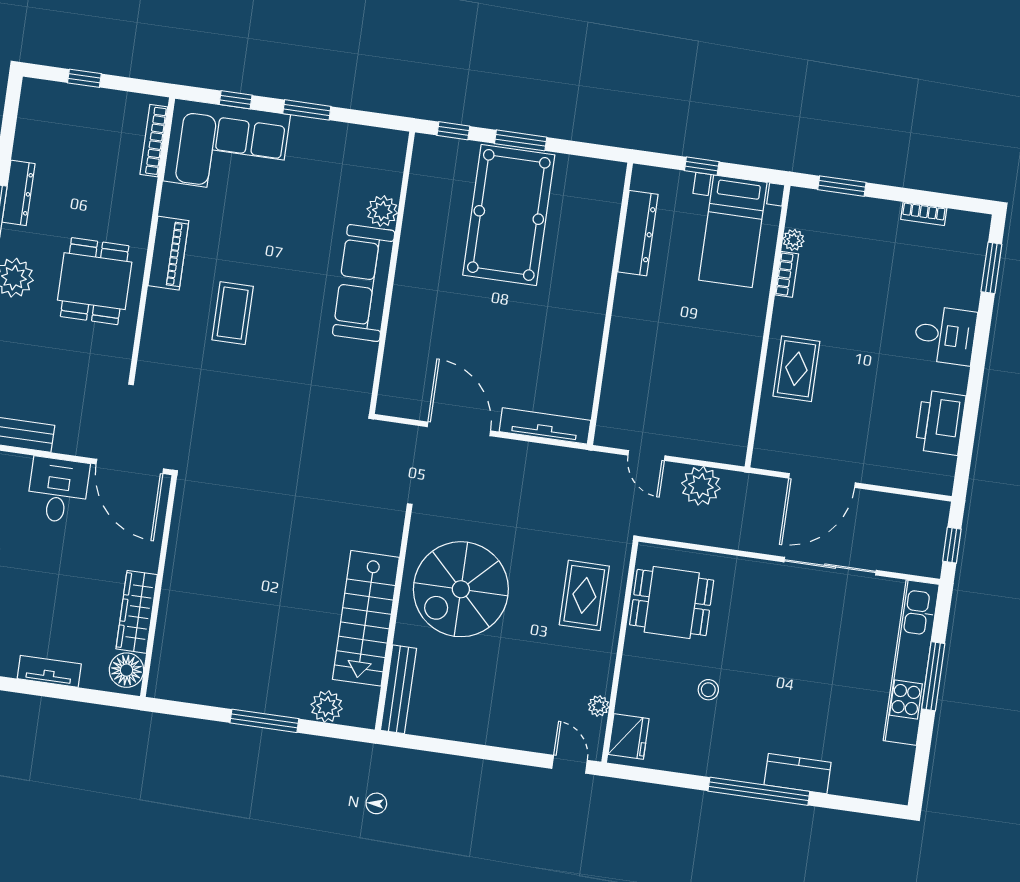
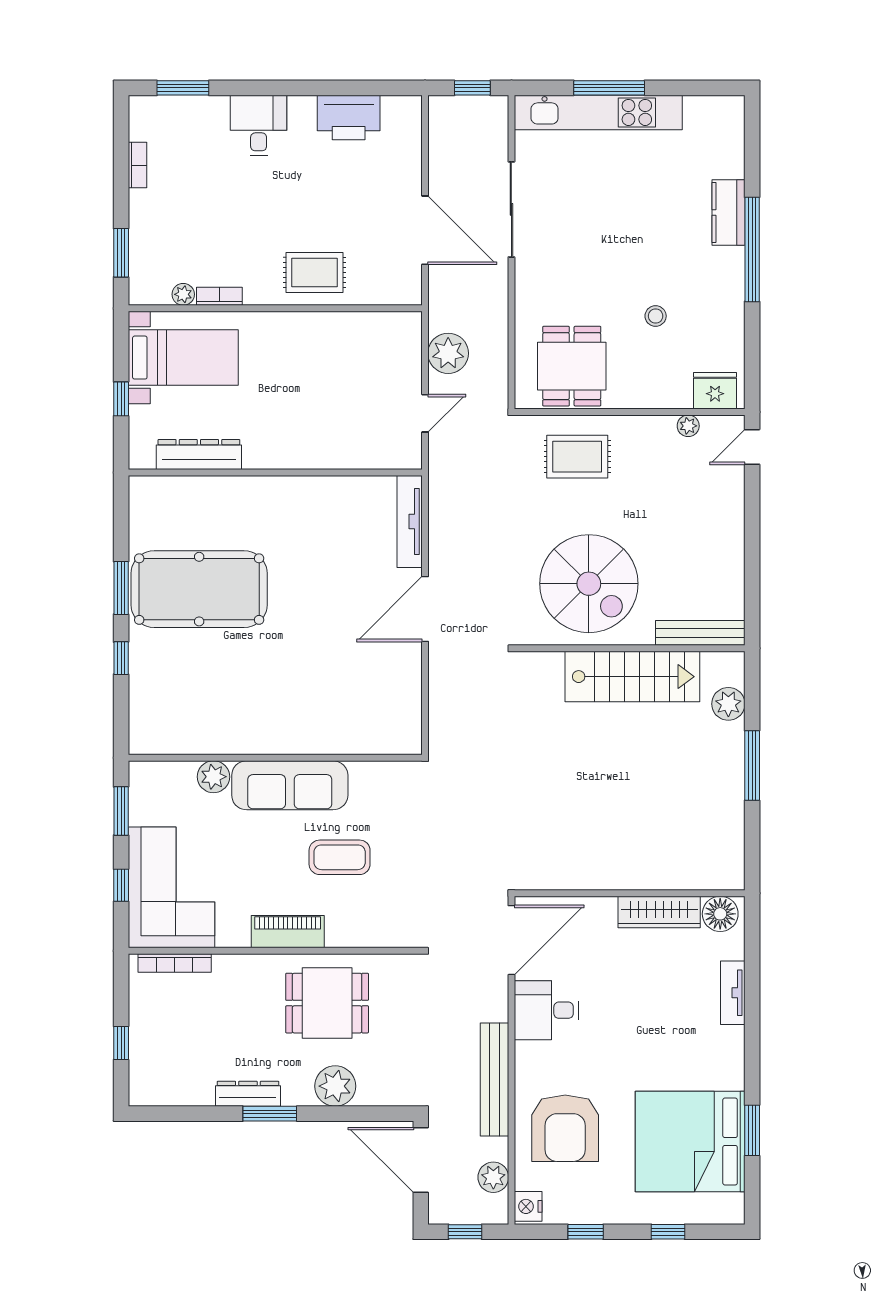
plant: (382, 211) -> (213, 777), moved
wall: (392, 273) -> (275, 758), moved
sofa: (364, 283) -> (290, 785), moved

